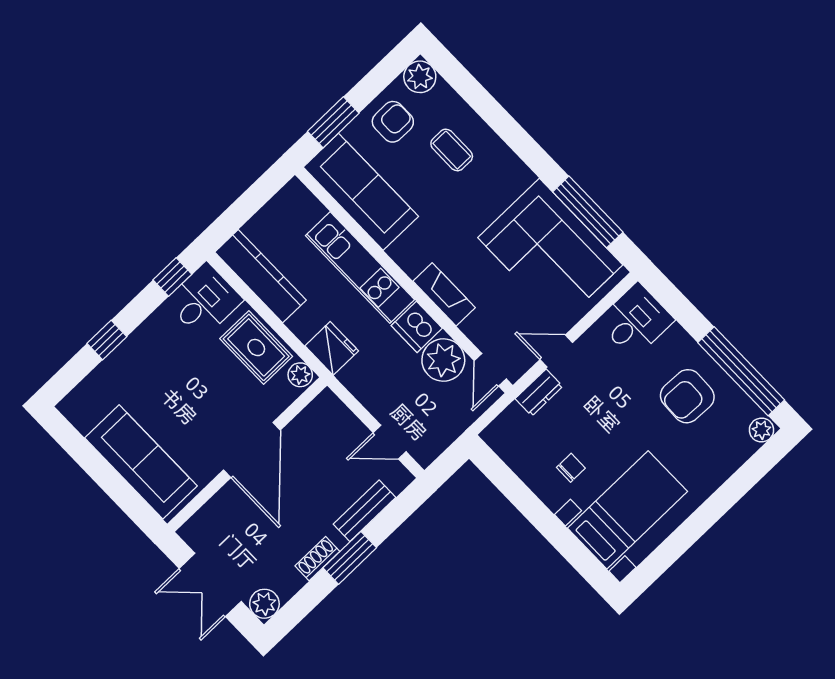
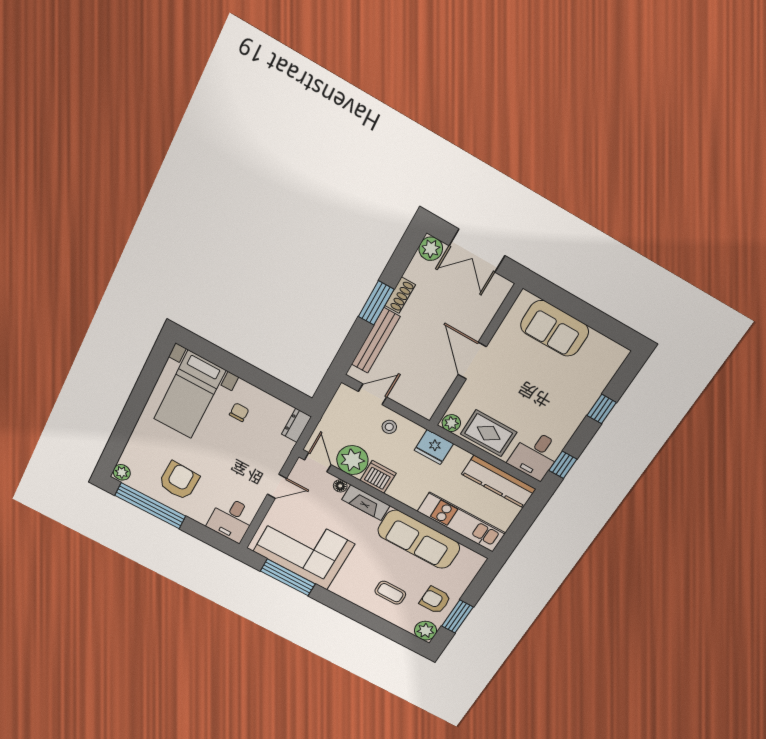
window: (333, 122) -> (457, 617), moved
armchair: (393, 122) -> (435, 600), turned 90
sofa: (361, 192) -> (419, 539), moved
kitchen unit: (360, 268) -> (461, 522), moved
floor lamp: (471, 328) -> (340, 486), added
stool: (381, 392) -> (389, 427), added
dresser: (539, 393) -> (296, 425), moved
door: (252, 450) -> (472, 361), width x0.73
sofa: (141, 462) -> (555, 328), width x0.73
chair: (571, 468) -> (239, 412), turned 180
bench: (364, 511) -> (376, 341), width x1.36
double door: (210, 585) -> (477, 251), swing flipped

